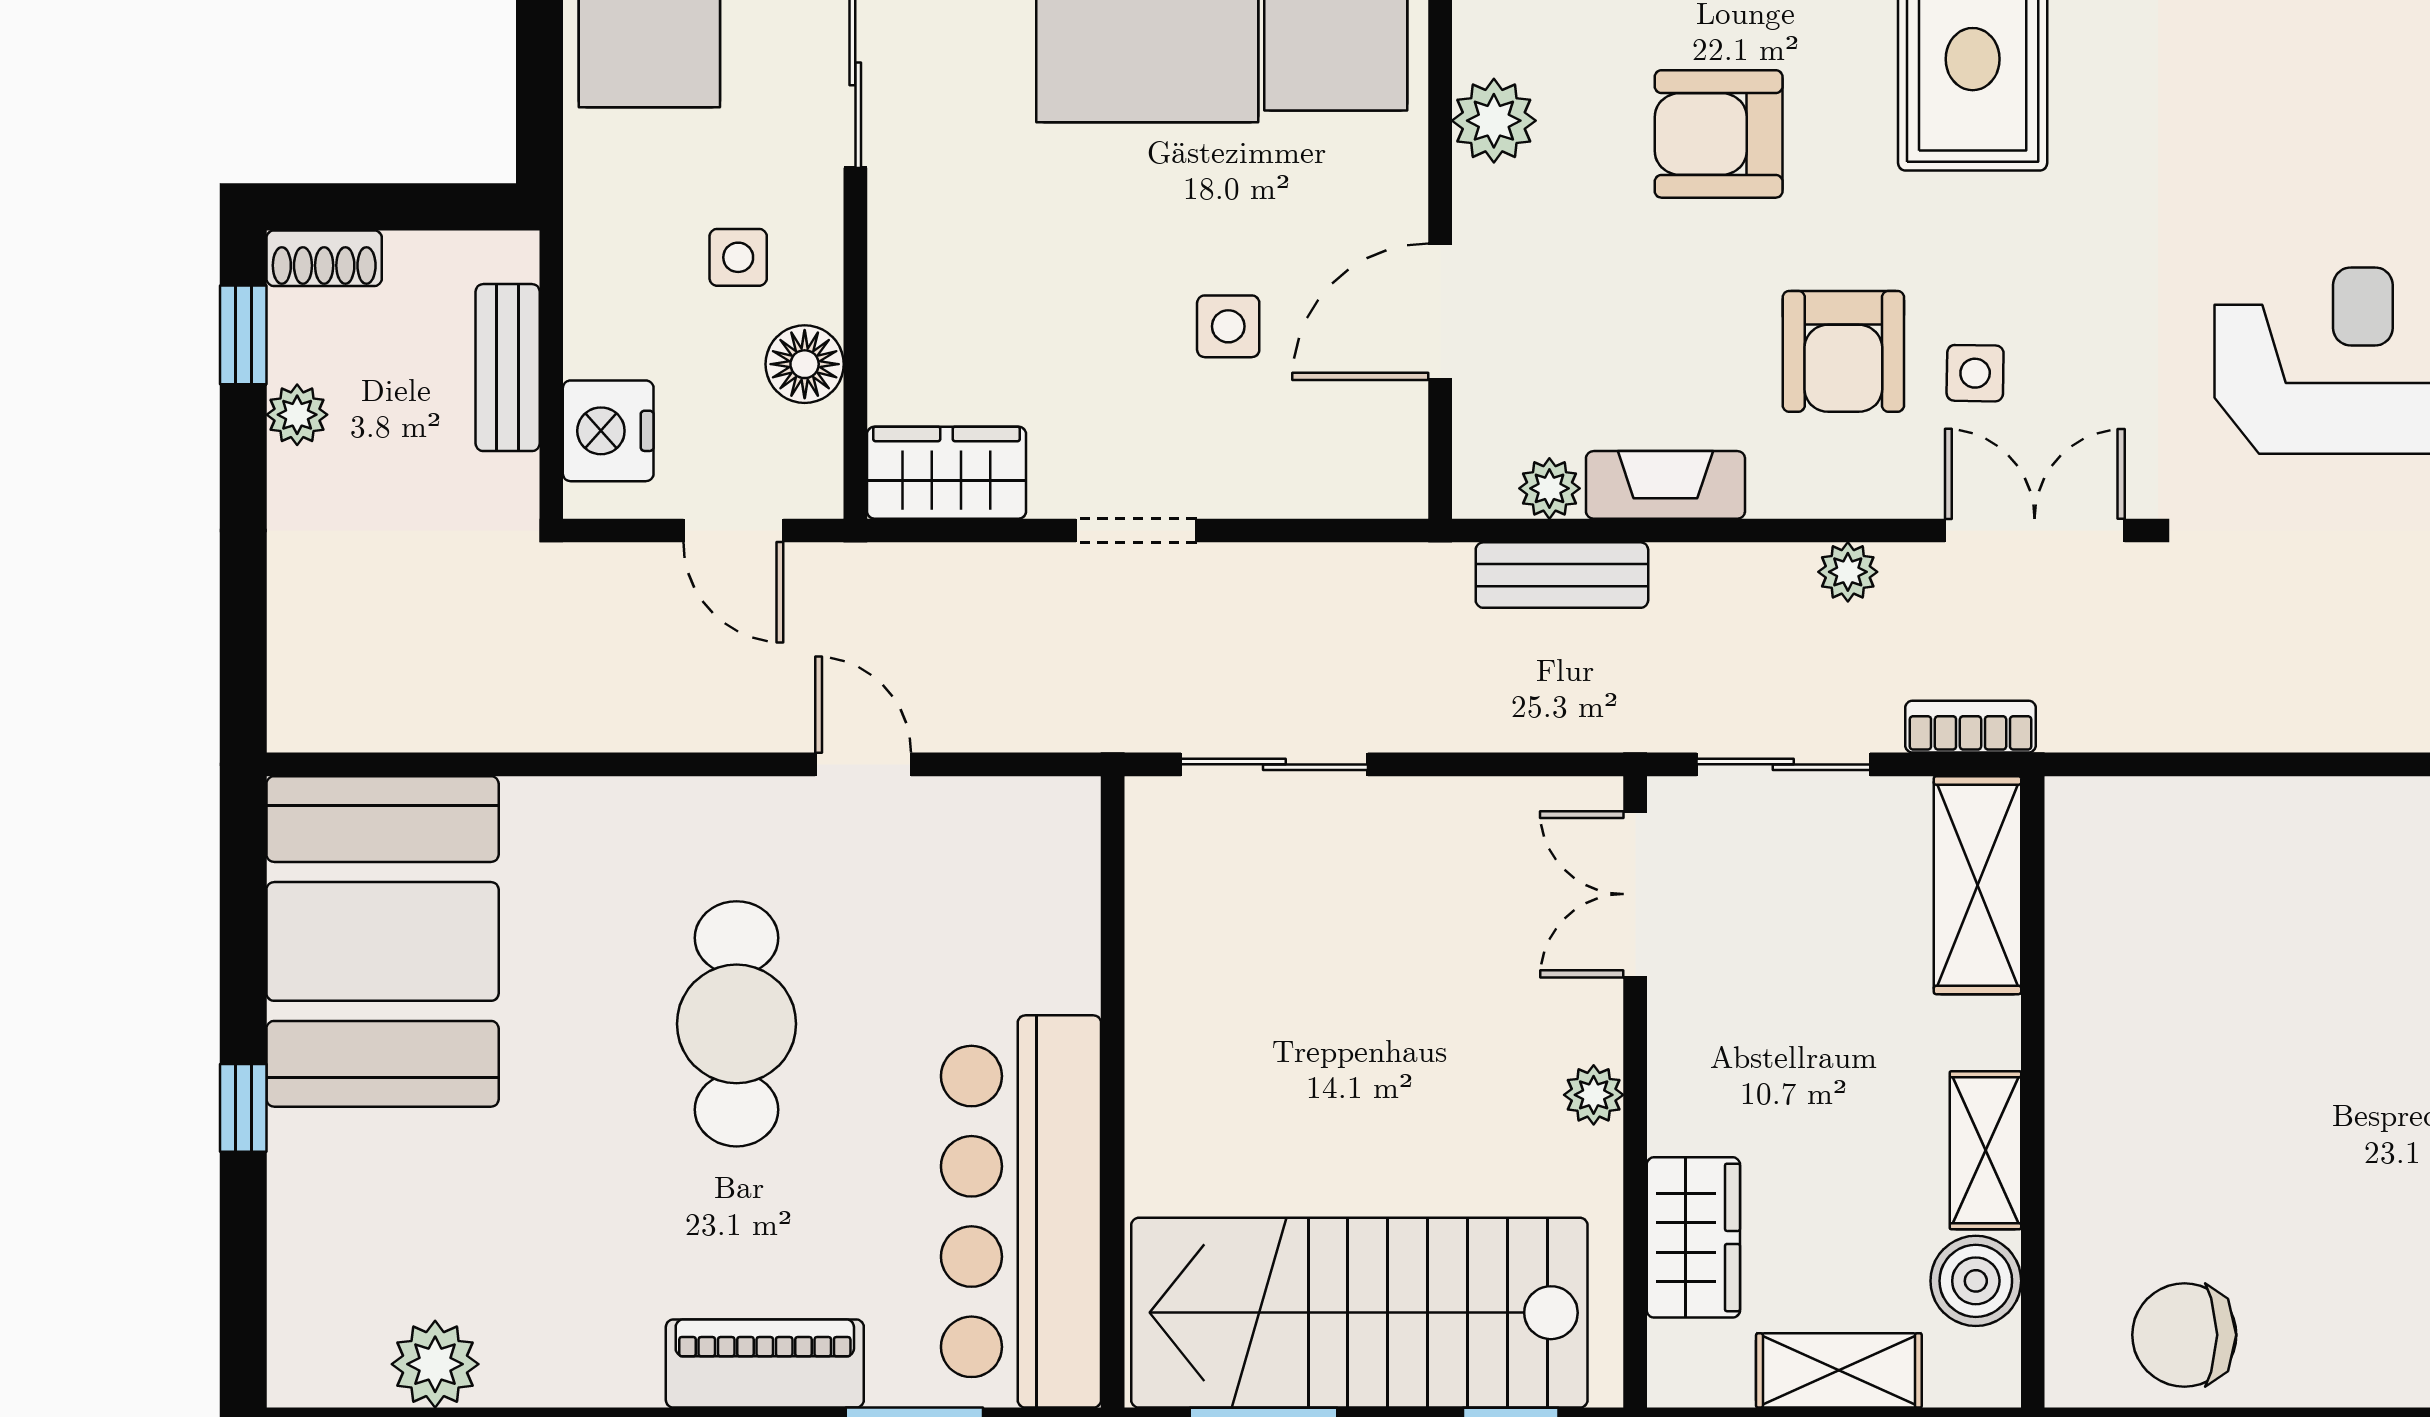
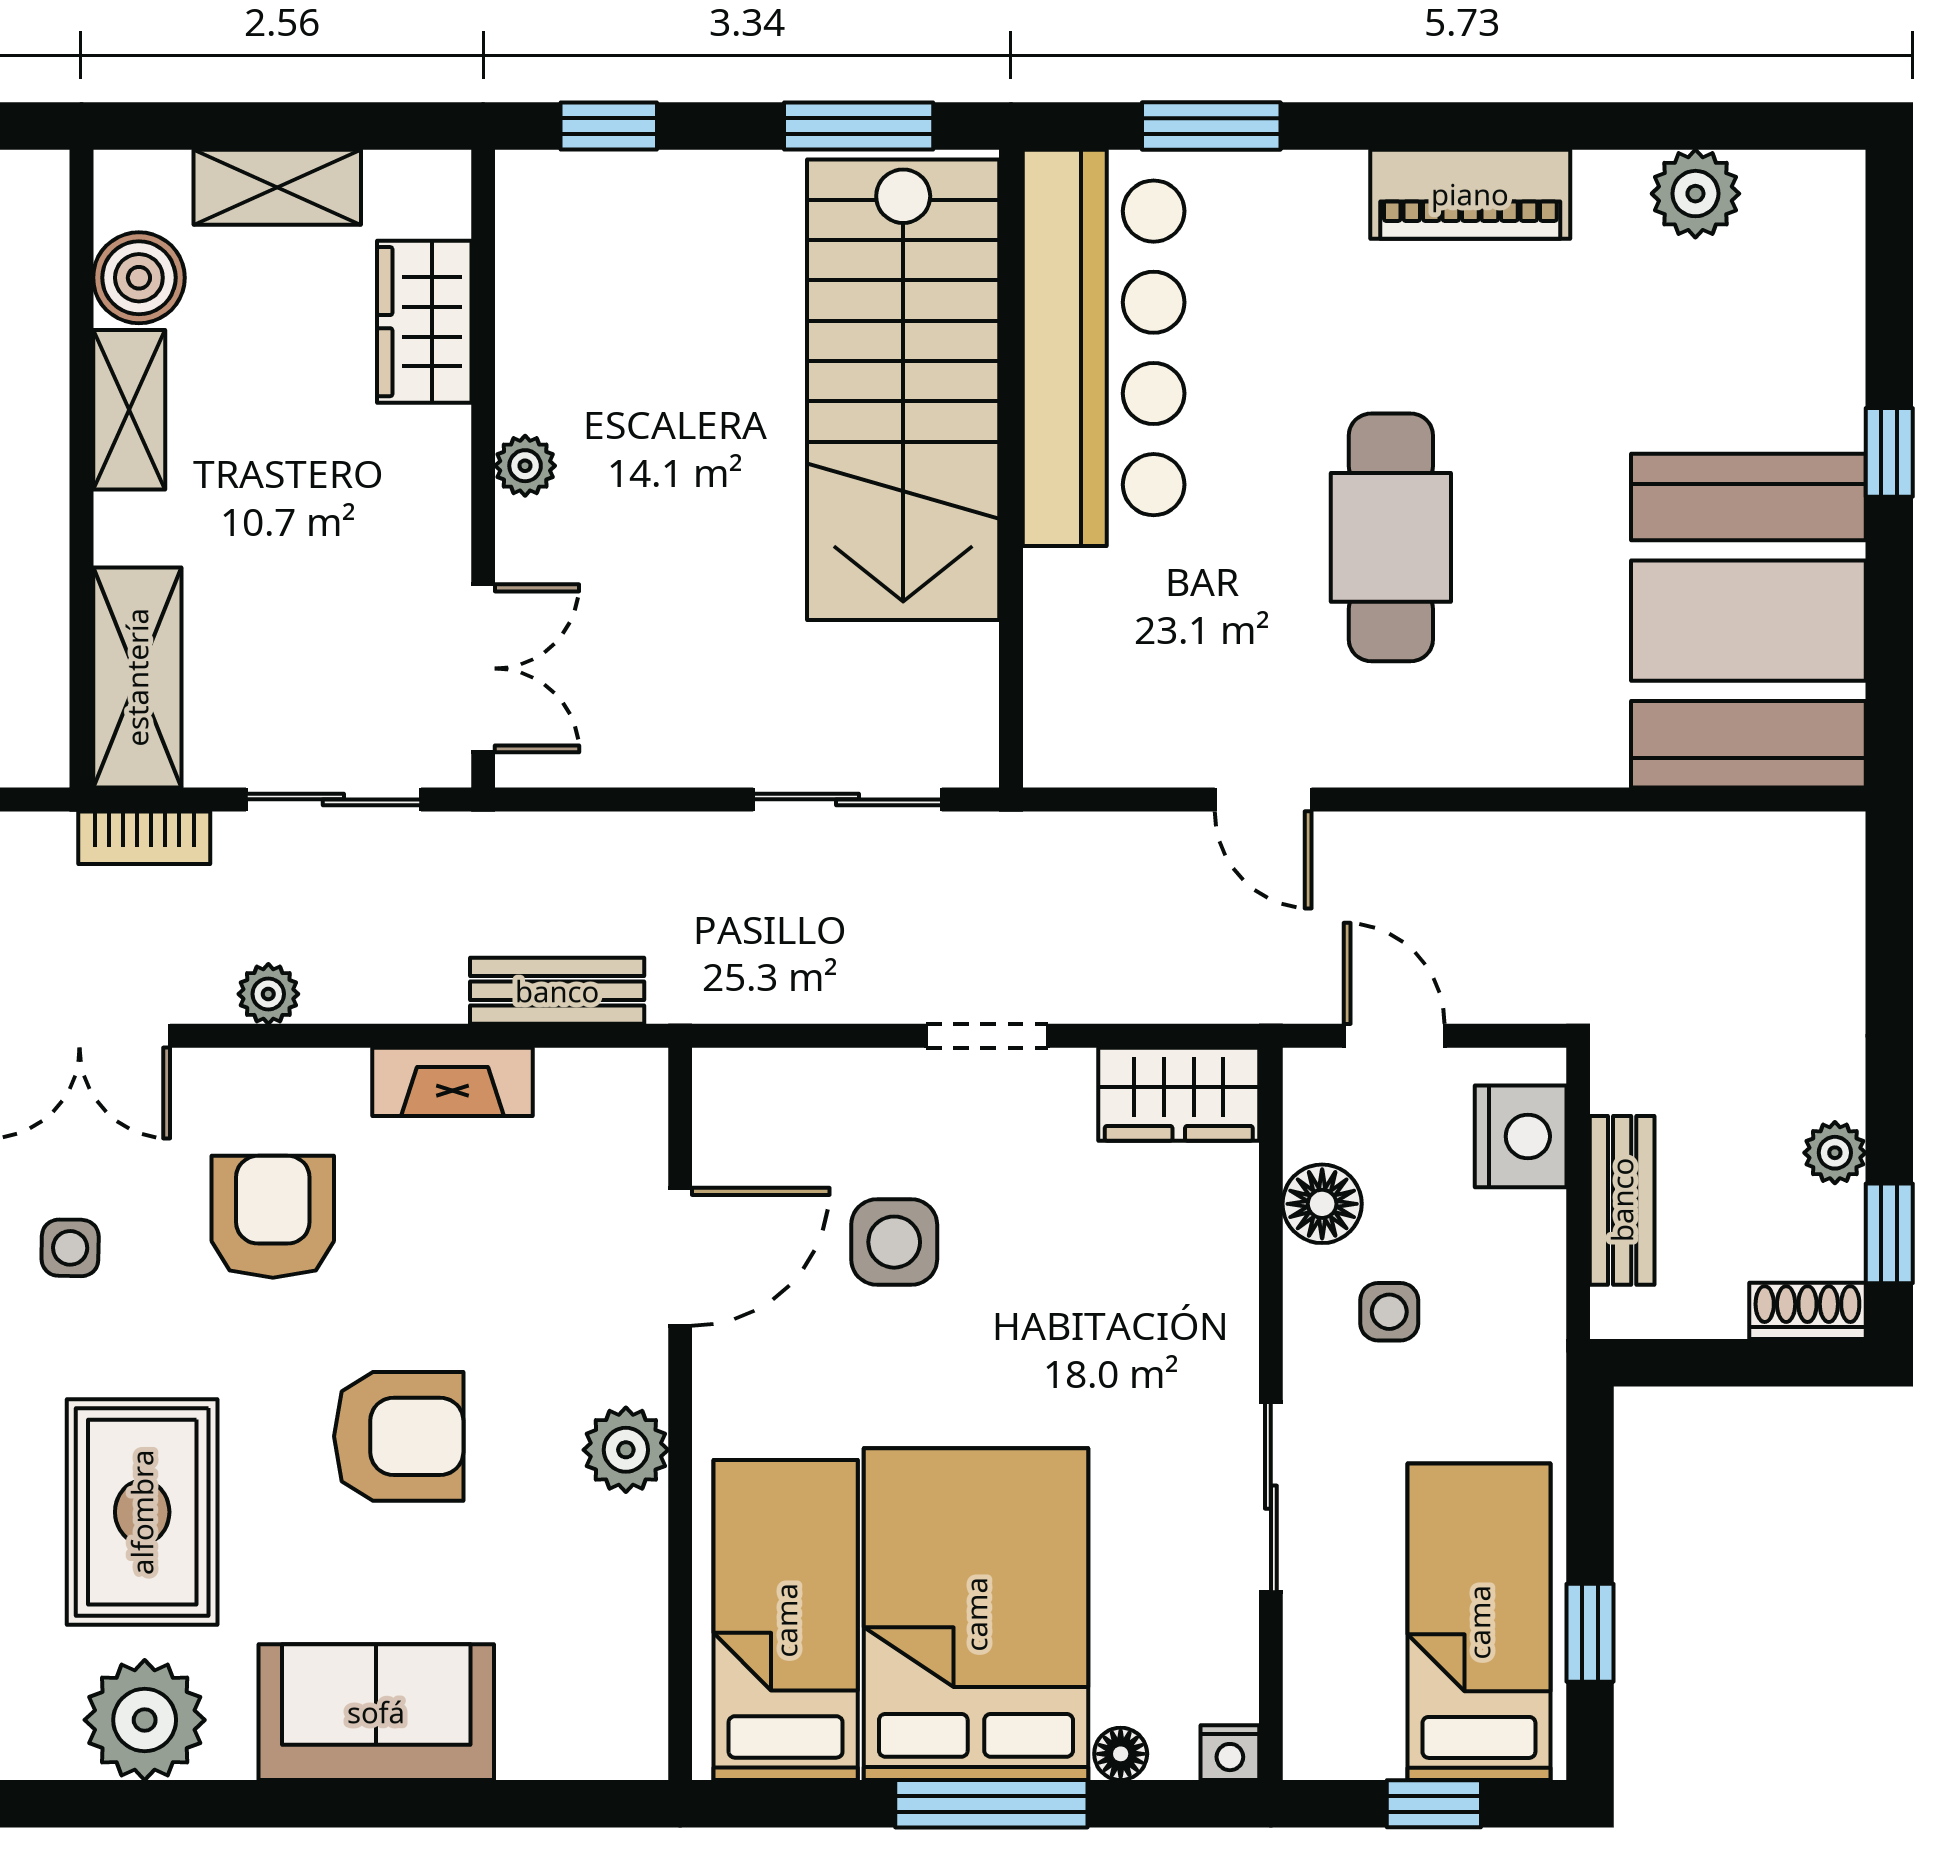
side table: (1228, 326) -> (894, 1242), width x1.37, depth x1.37
side table: (1975, 373) -> (70, 1248), moved
plant: (1549, 488) -> (570, 1078), removed
stairs: (1359, 1313) -> (903, 390), moved, turned 90
piano: (765, 1363) -> (1470, 194), moved

